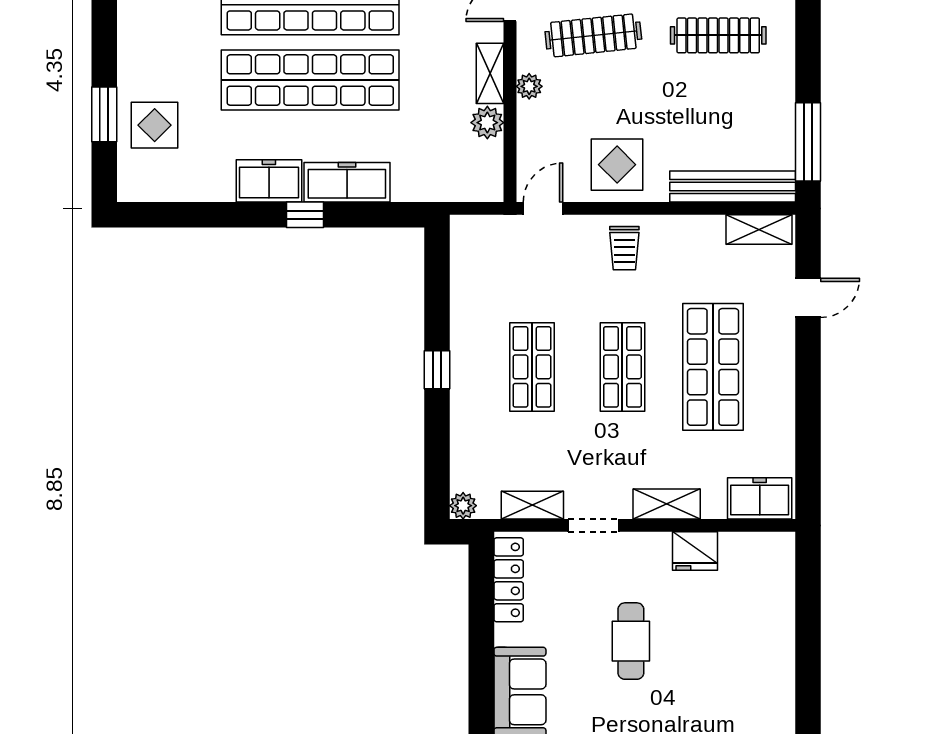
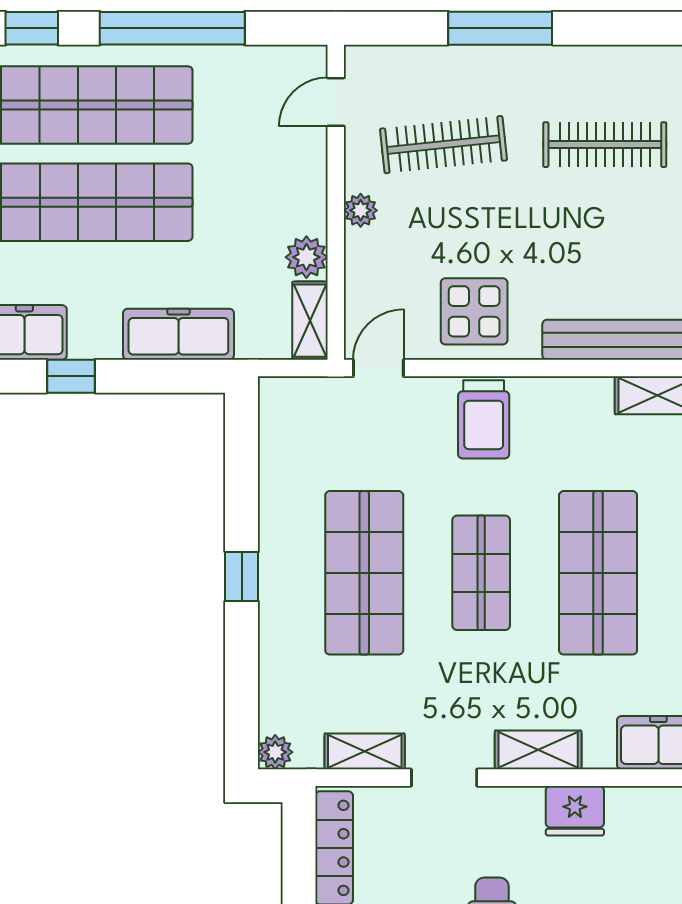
shelving: (490, 73) -> (310, 321), moved
freezer: (347, 182) -> (178, 334), moved
trolley: (624, 248) -> (484, 419), width x1.36, depth x1.39
shop shelf: (532, 367) -> (364, 573), width x1.43, depth x1.36

